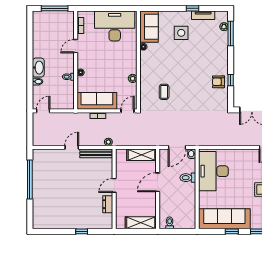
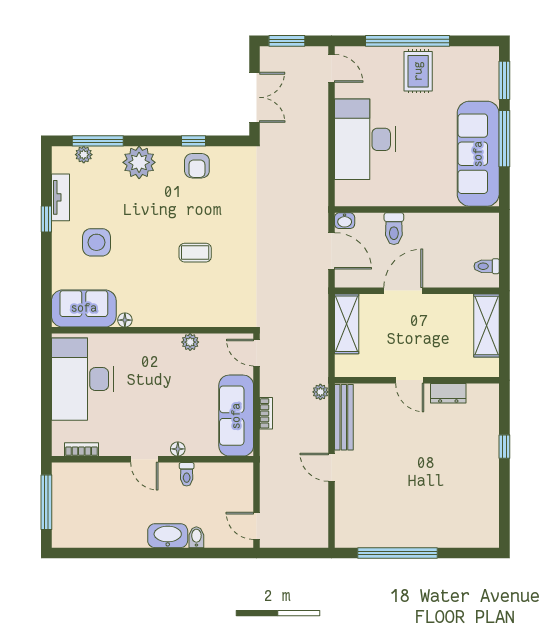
door: (76, 46) -> (144, 459), moved
plant: (220, 54) -> (139, 162), added
coffee table: (164, 92) -> (195, 253), moved
desk: (213, 171) -> (365, 139), moved, turned 90
door: (158, 182) -> (403, 291), swing flipped
window: (232, 231) -> (504, 139), width x2.17

